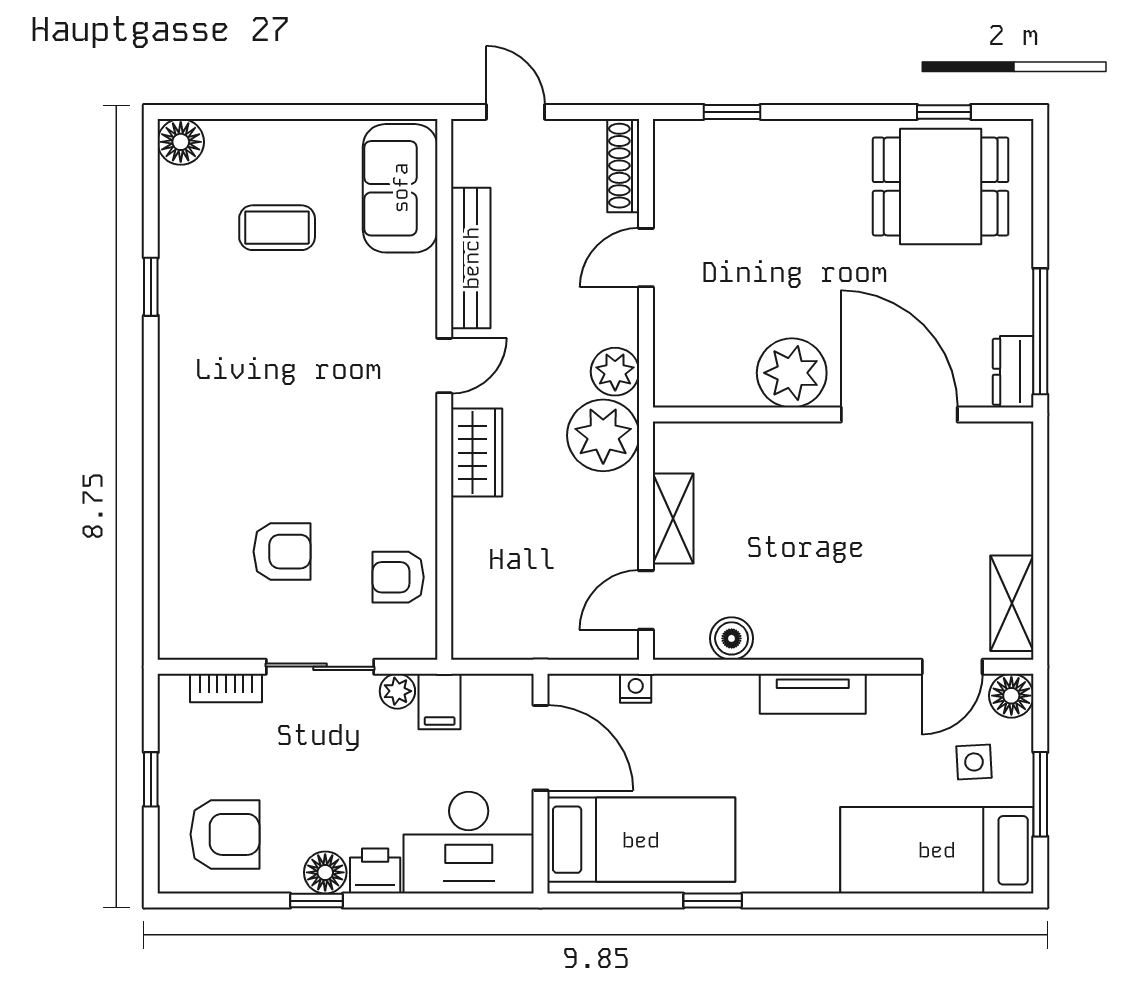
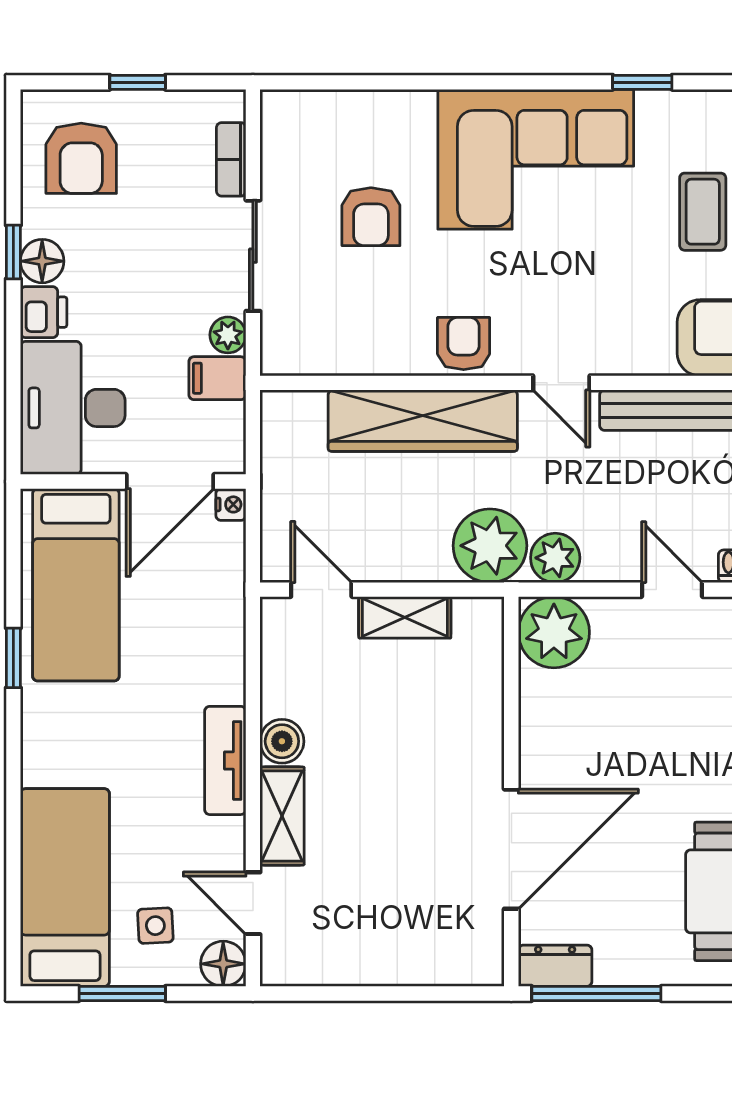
plant: (792, 373) -> (554, 632), moved
corner sofa: (226, 391) -> (536, 159), added
wardrobe: (477, 453) -> (423, 421), width x2.10, depth x1.17
armchair: (398, 577) -> (464, 344), moved
shelving: (1012, 603) -> (282, 816), moved, turned 90
boiler: (732, 638) -> (282, 741), moved
nightstand: (636, 688) -> (231, 504), moved

